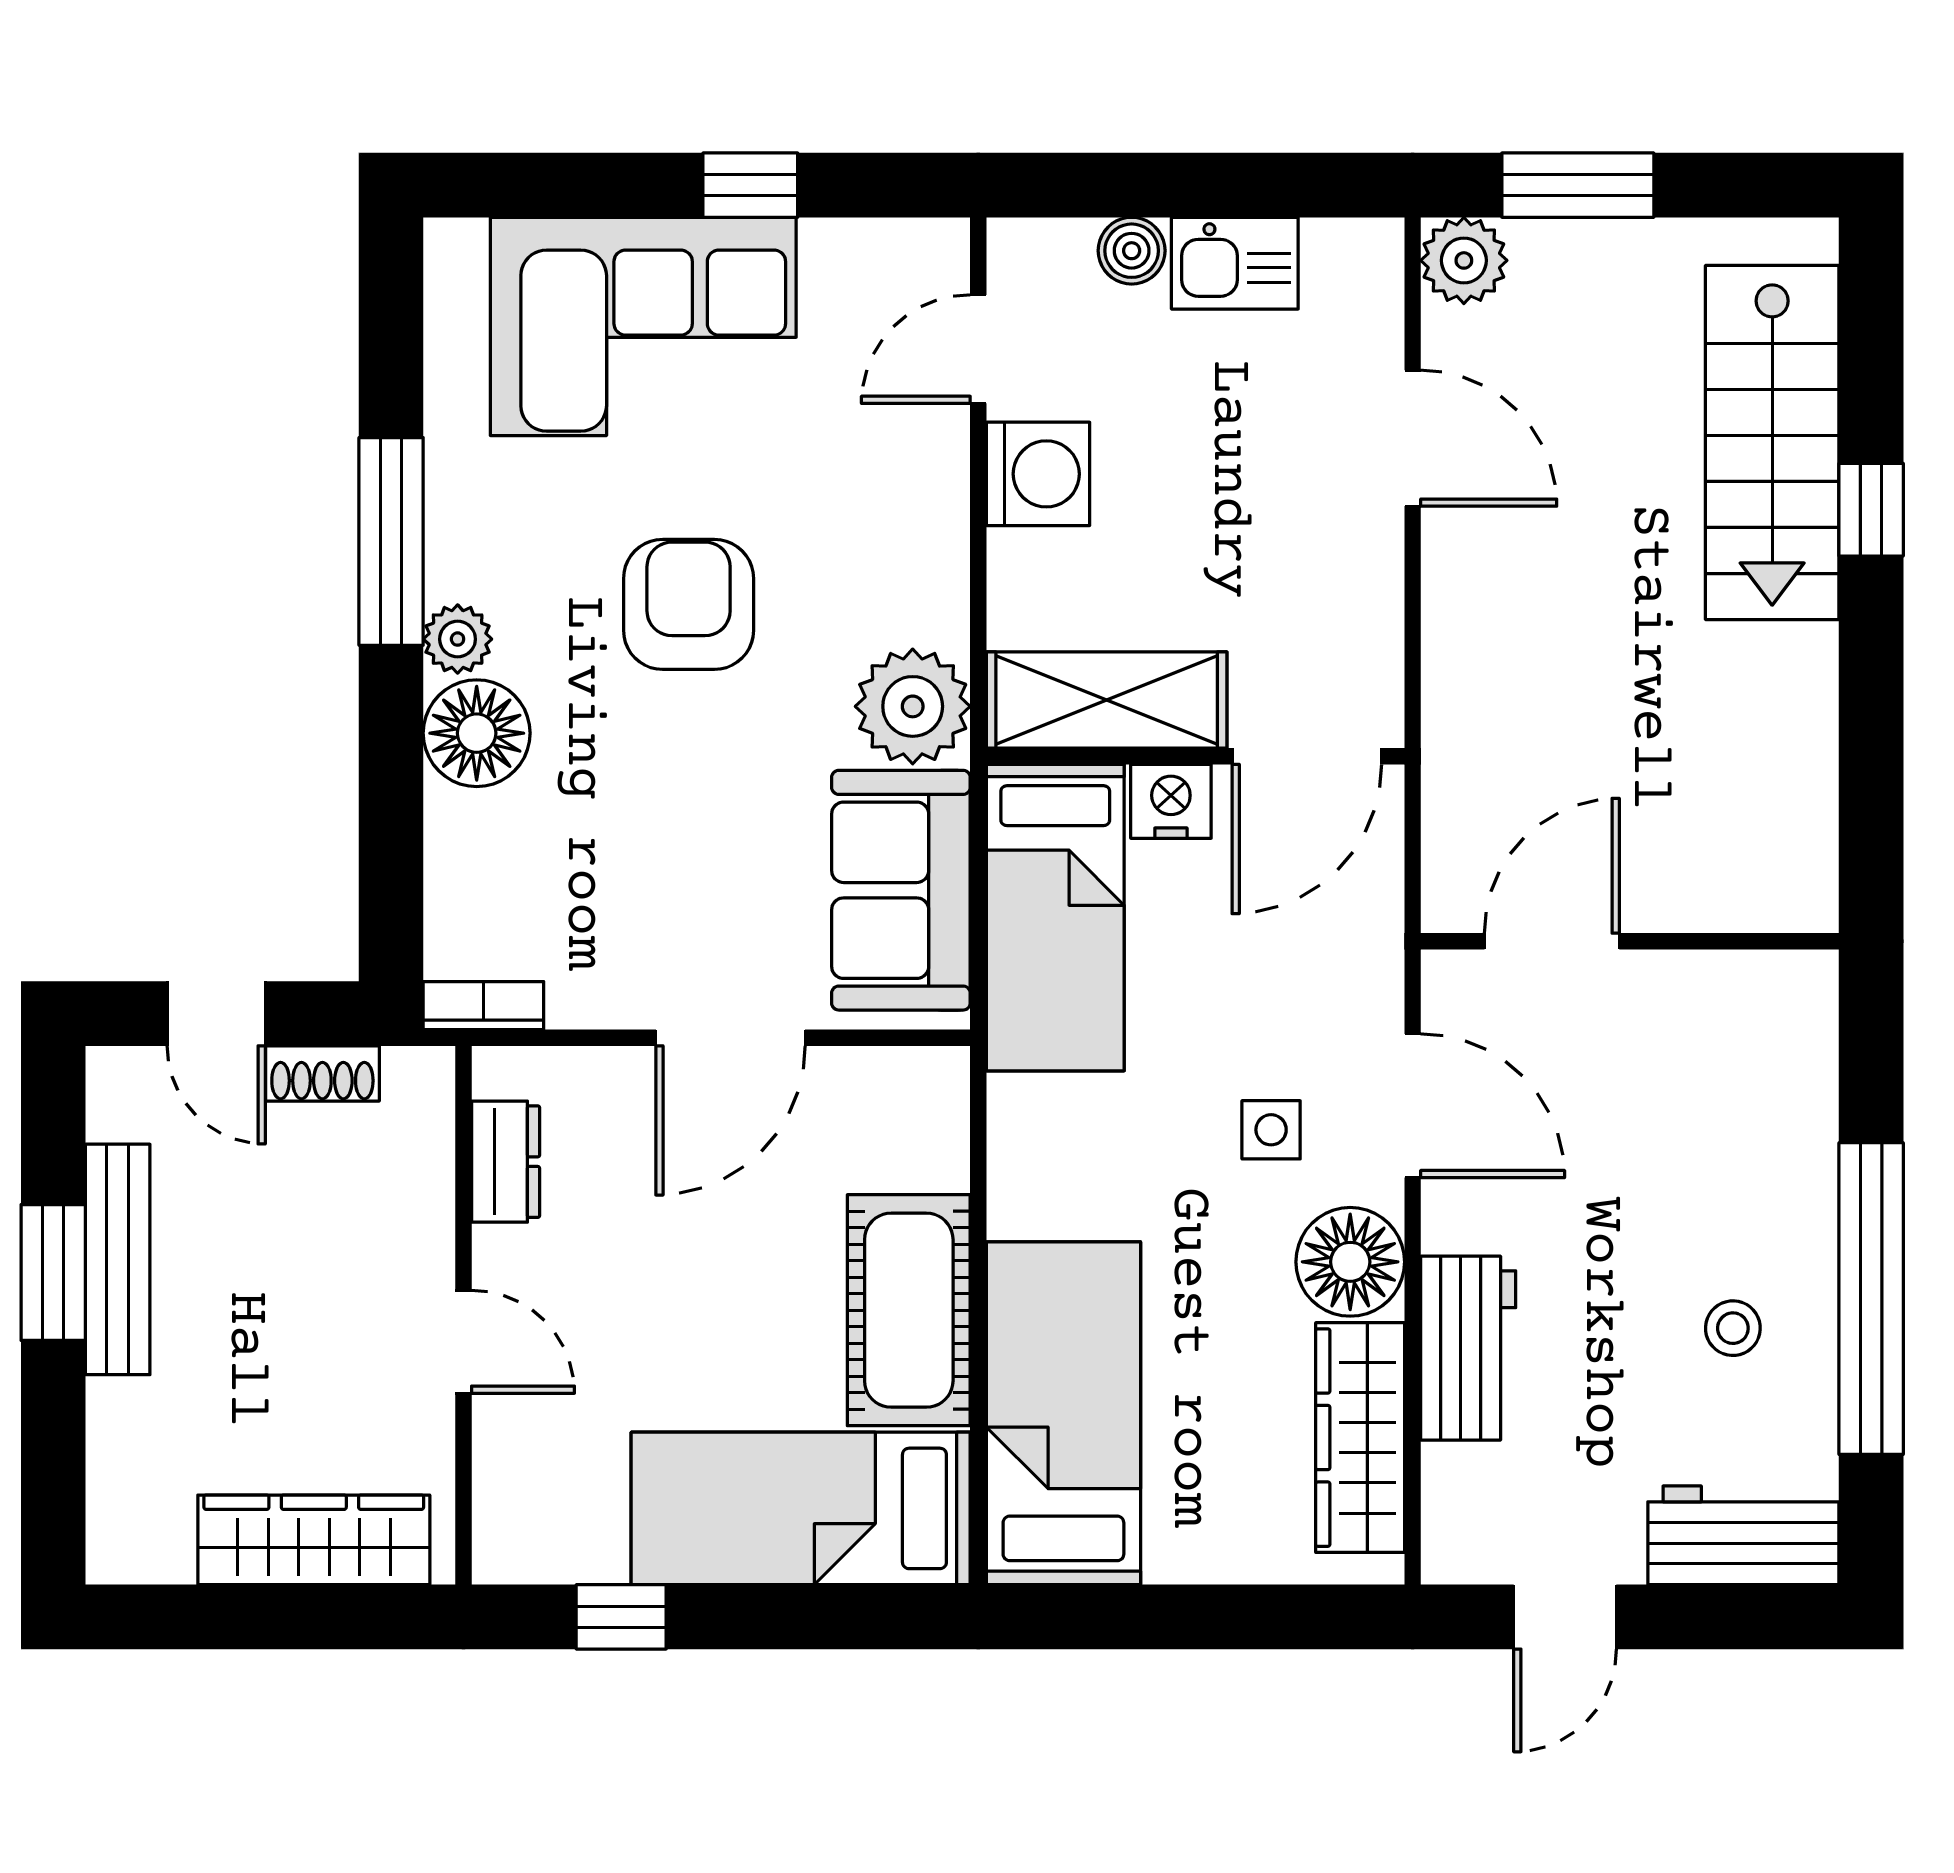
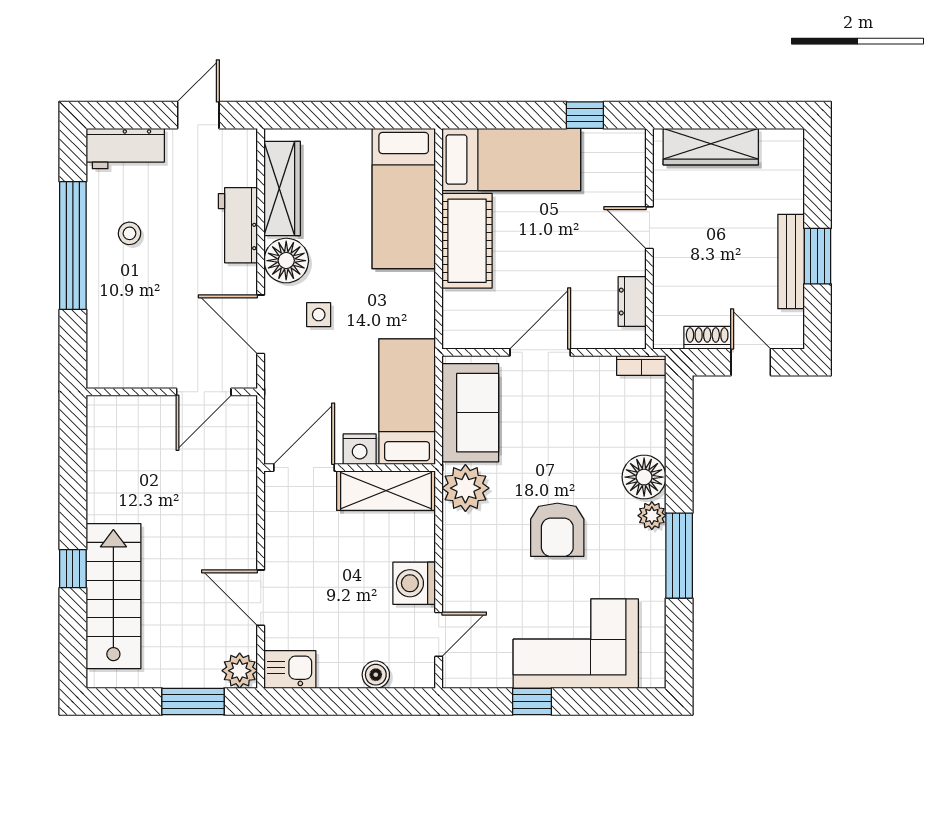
kitchen sink: (1235, 263) -> (290, 670), moved

